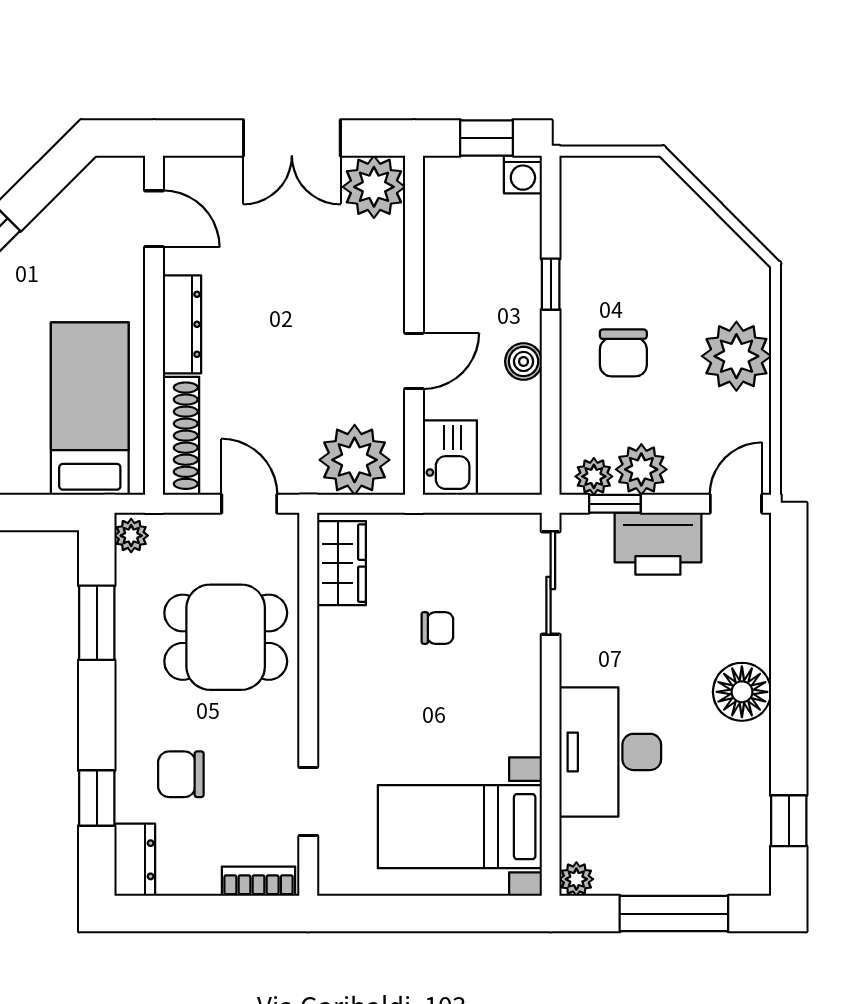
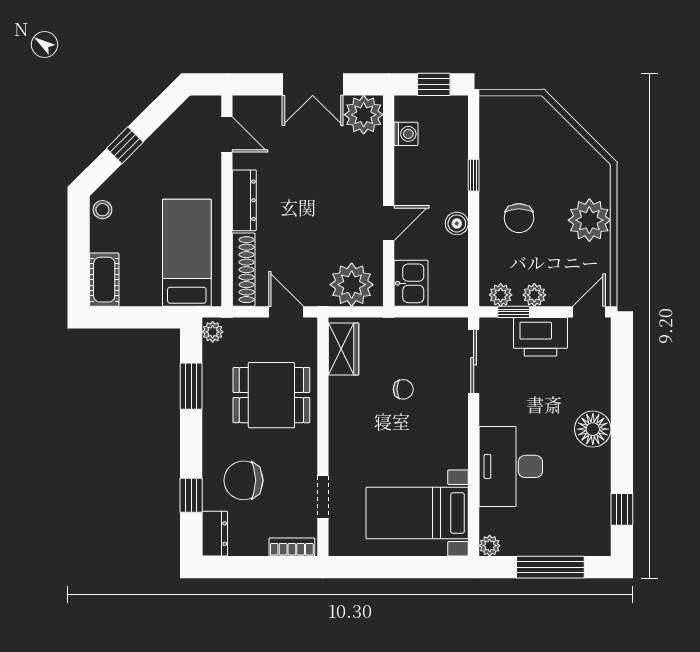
washing machine: (523, 175) -> (406, 134), moved, turned -90
plant: (641, 469) -> (534, 295), width x0.73, depth x0.73
chair: (181, 774) -> (244, 480), width x1.37, depth x1.37

